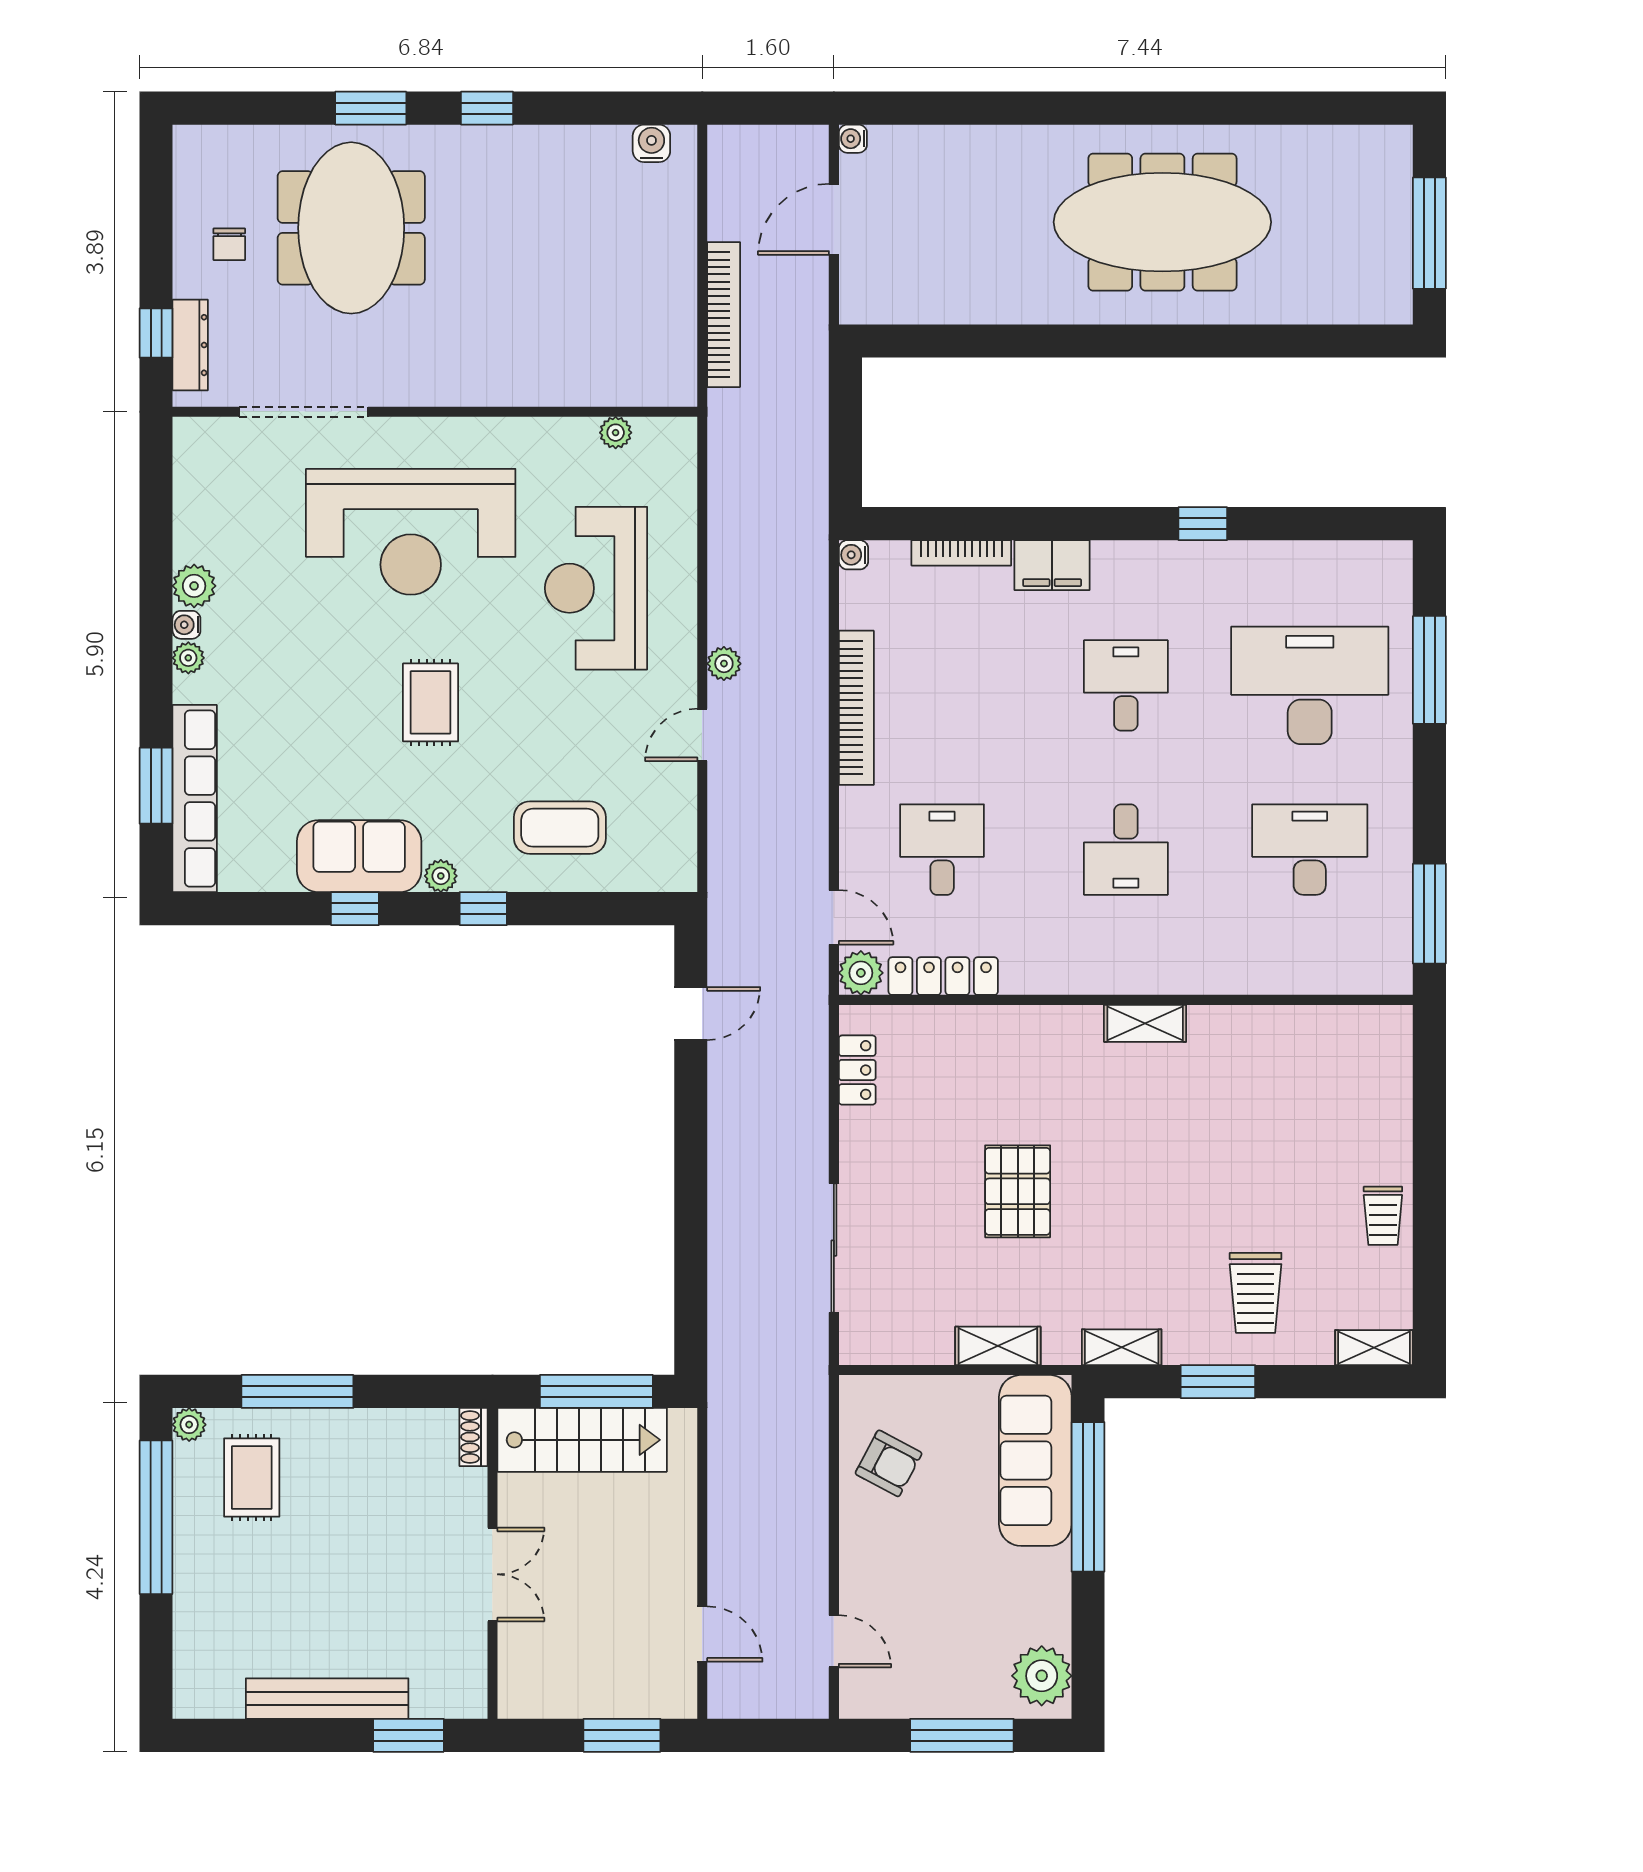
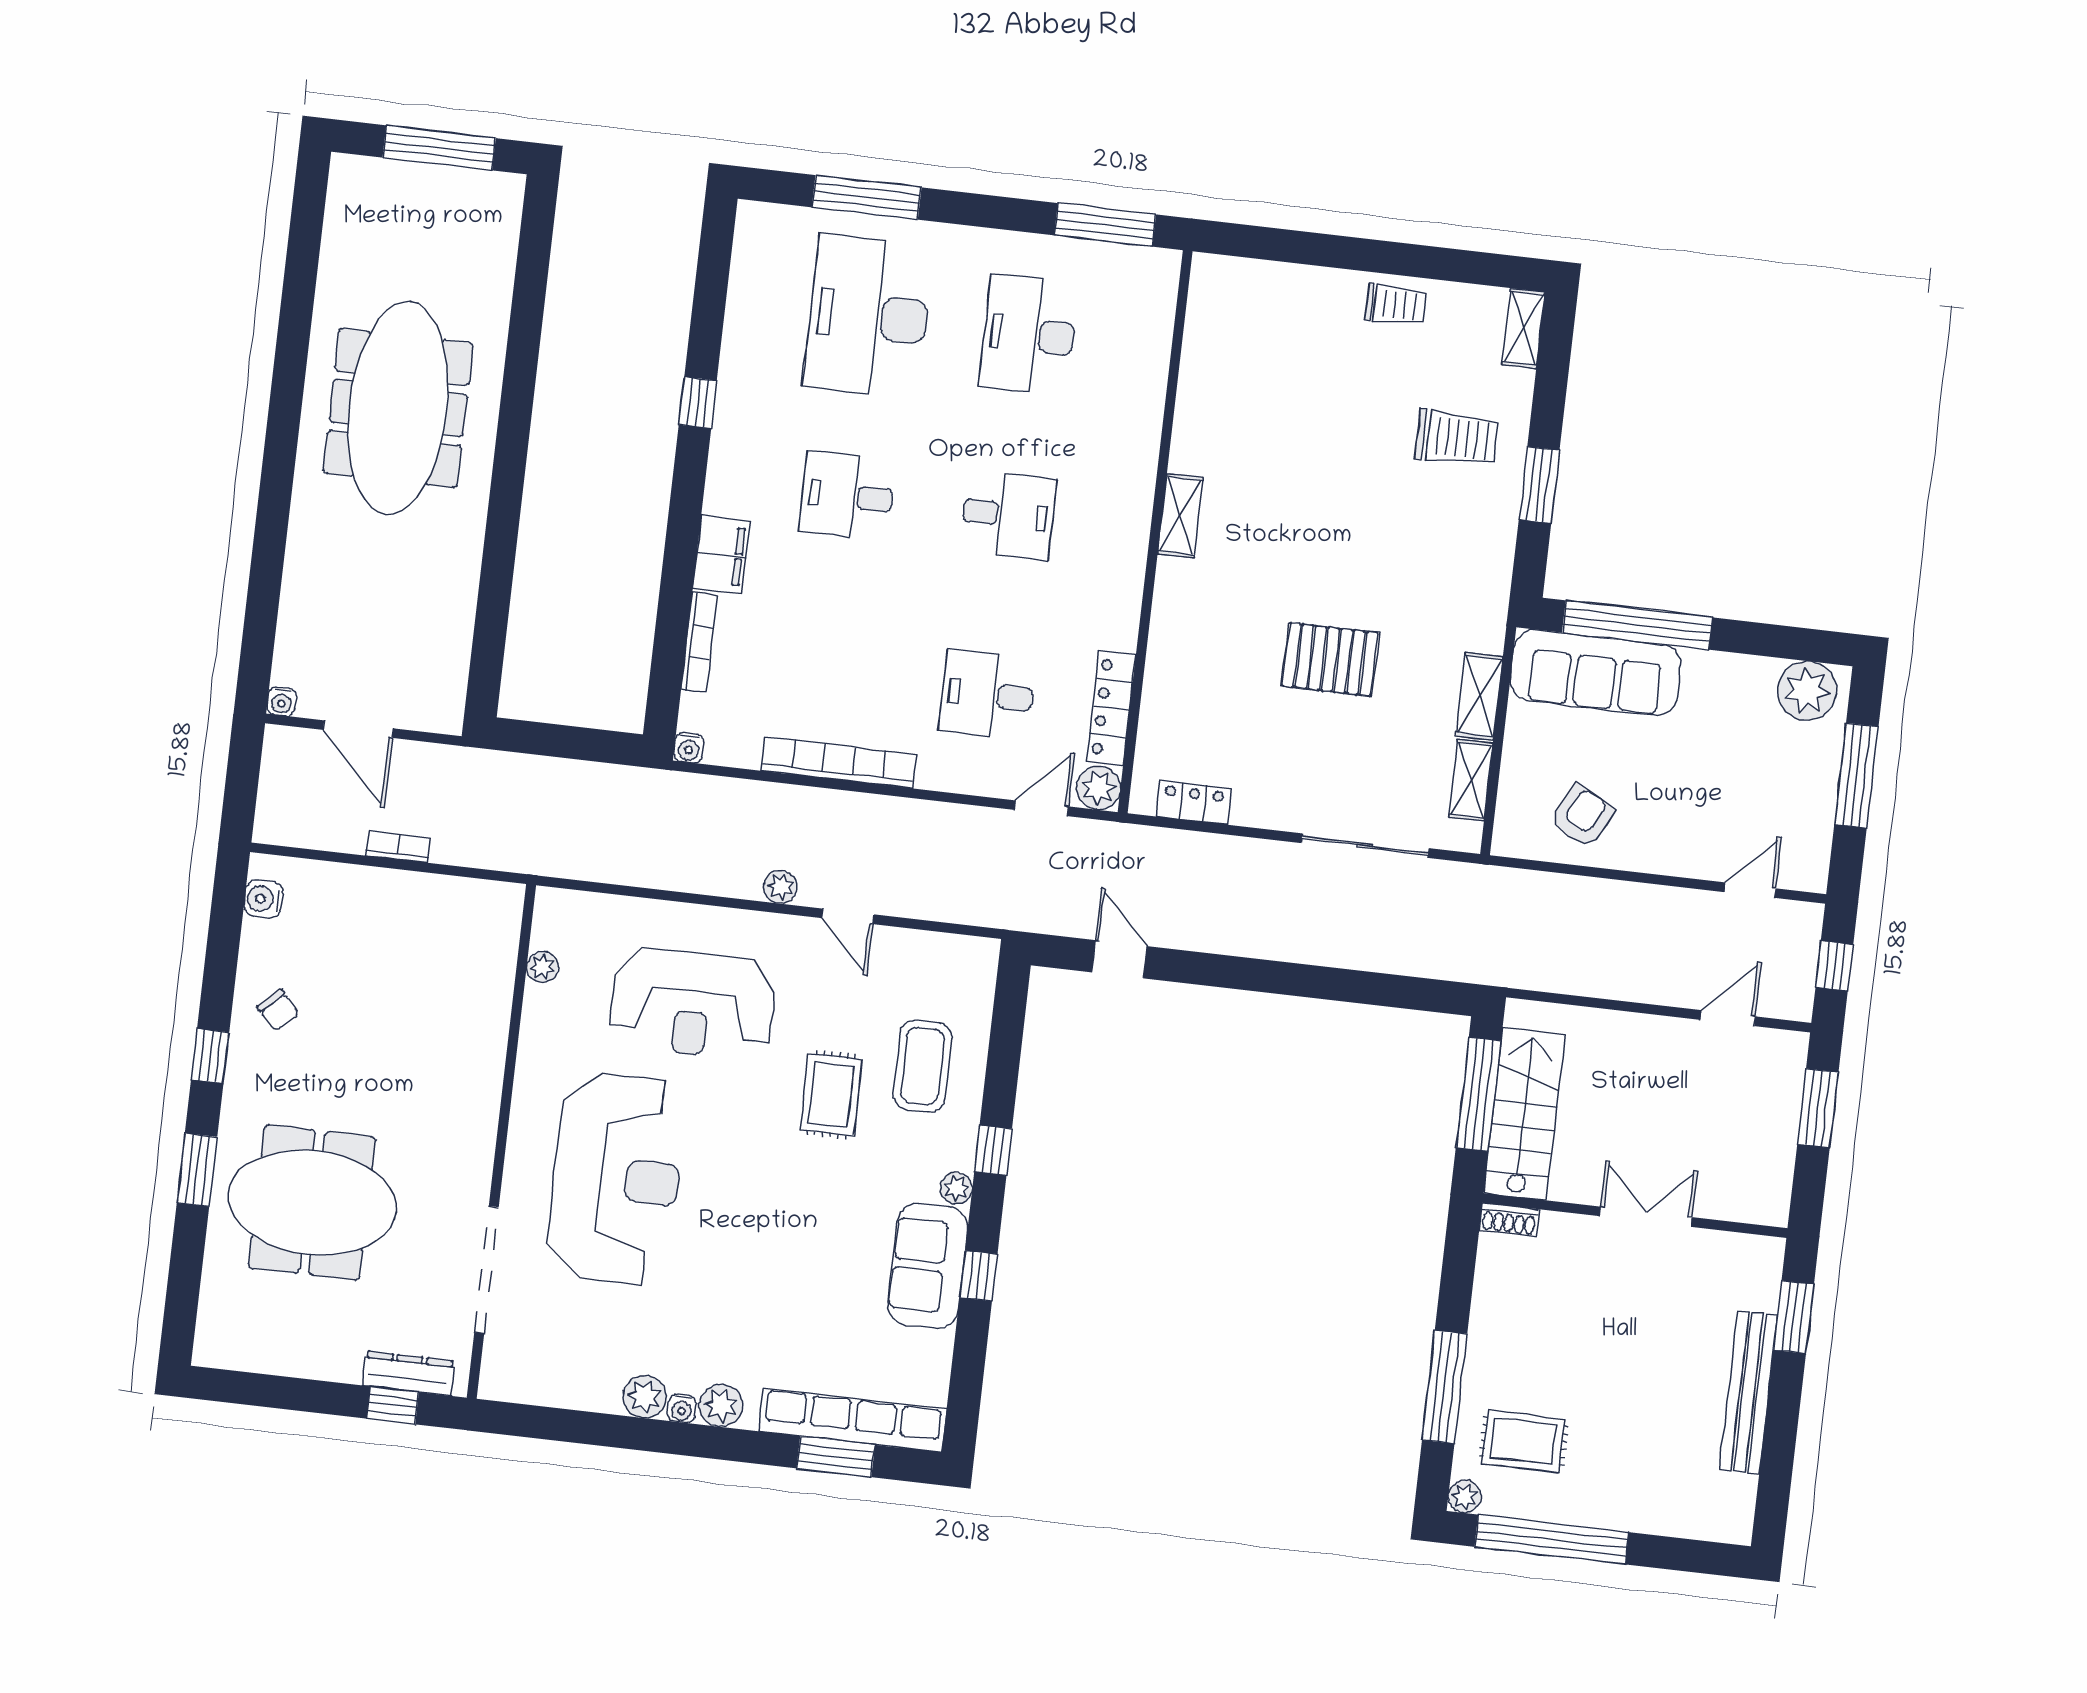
chair: (229, 244) -> (278, 1010), moved, turned 47
bookcase: (724, 315) -> (398, 847), width x0.43, depth x0.76
plant: (188, 658) -> (721, 1405), width x1.38, depth x1.38
rug: (430, 702) -> (831, 1095), moved, turned 90
shelving: (1122, 1347) -> (1471, 780), moved
window: (767, 1735) -> (1834, 966), added

